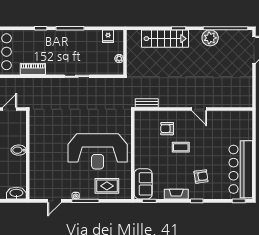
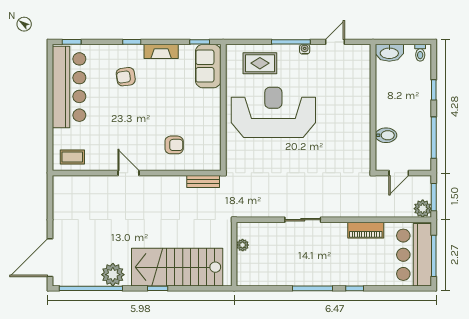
fridge: (108, 36) -> (258, 277), removed
stairs: (165, 39) -> (177, 267), width x1.36, depth x1.51
coffee table: (181, 147) -> (72, 157), moved
bidet: (19, 150) -> (386, 135), moved

